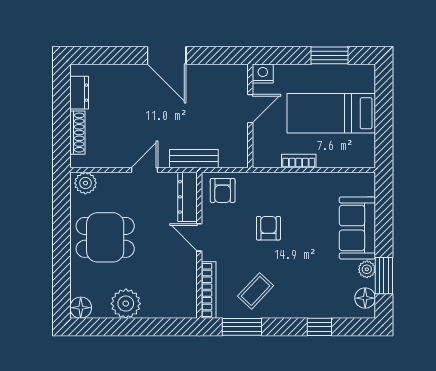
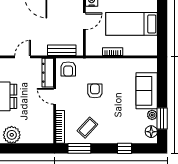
bench: (194, 159) -> (62, 50), moved

